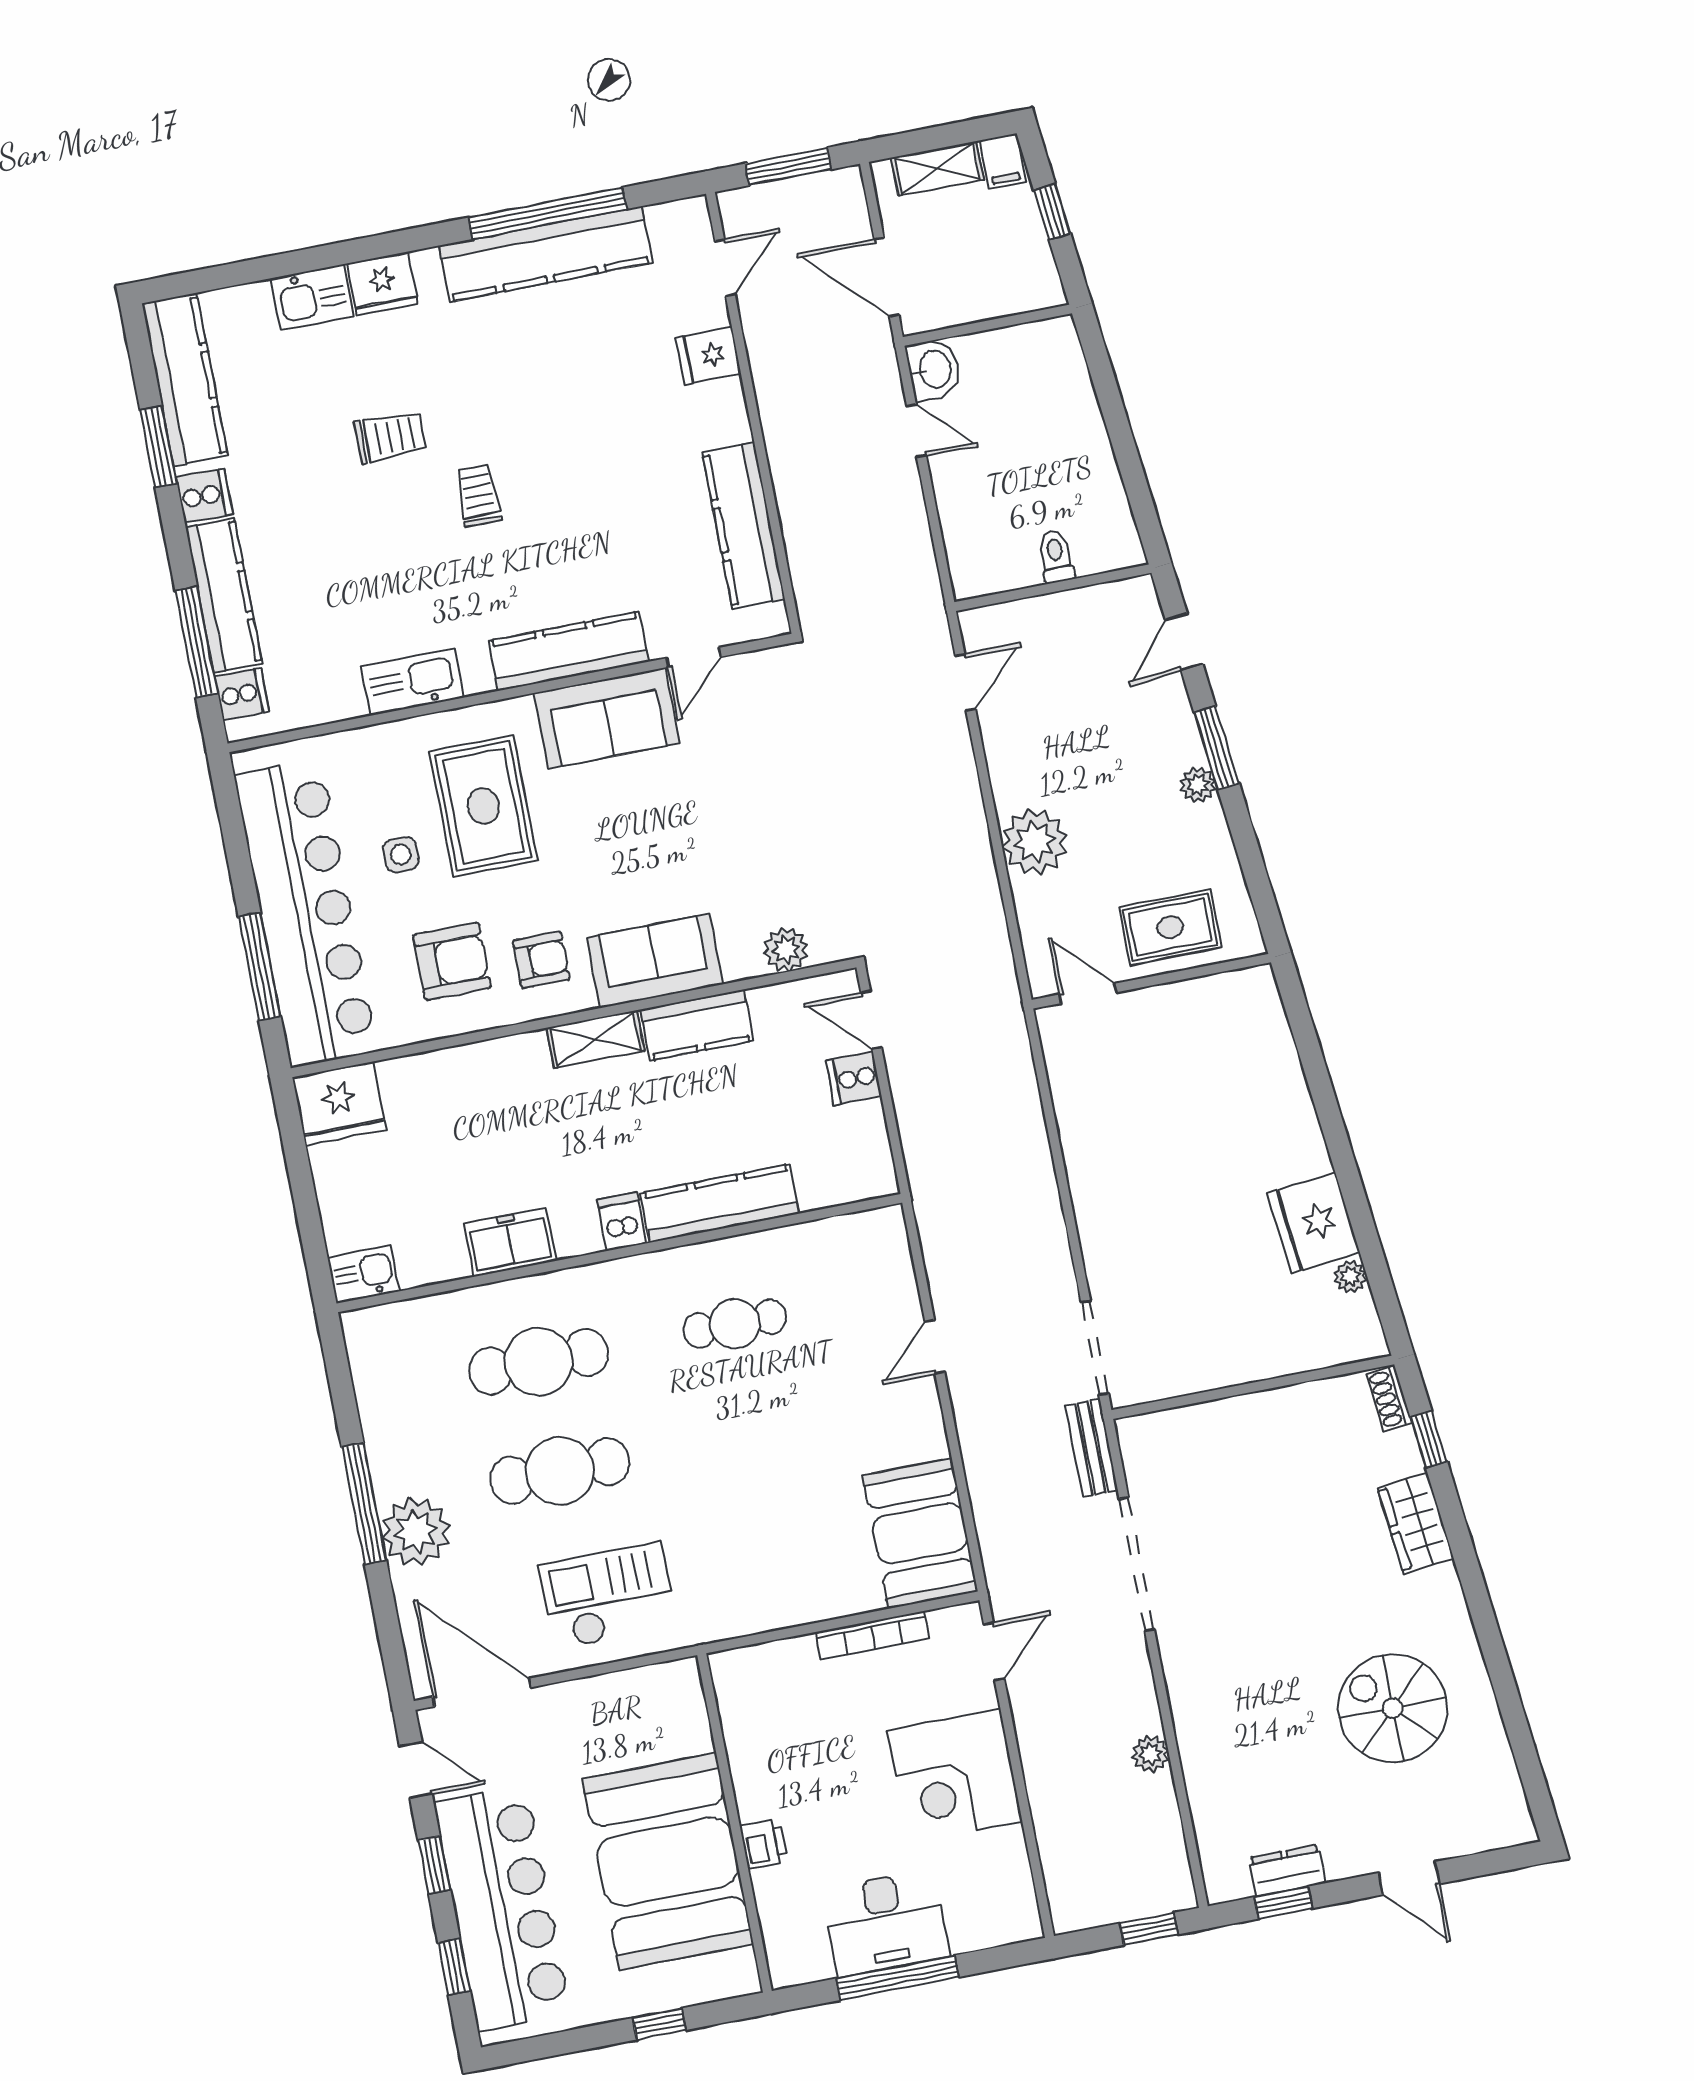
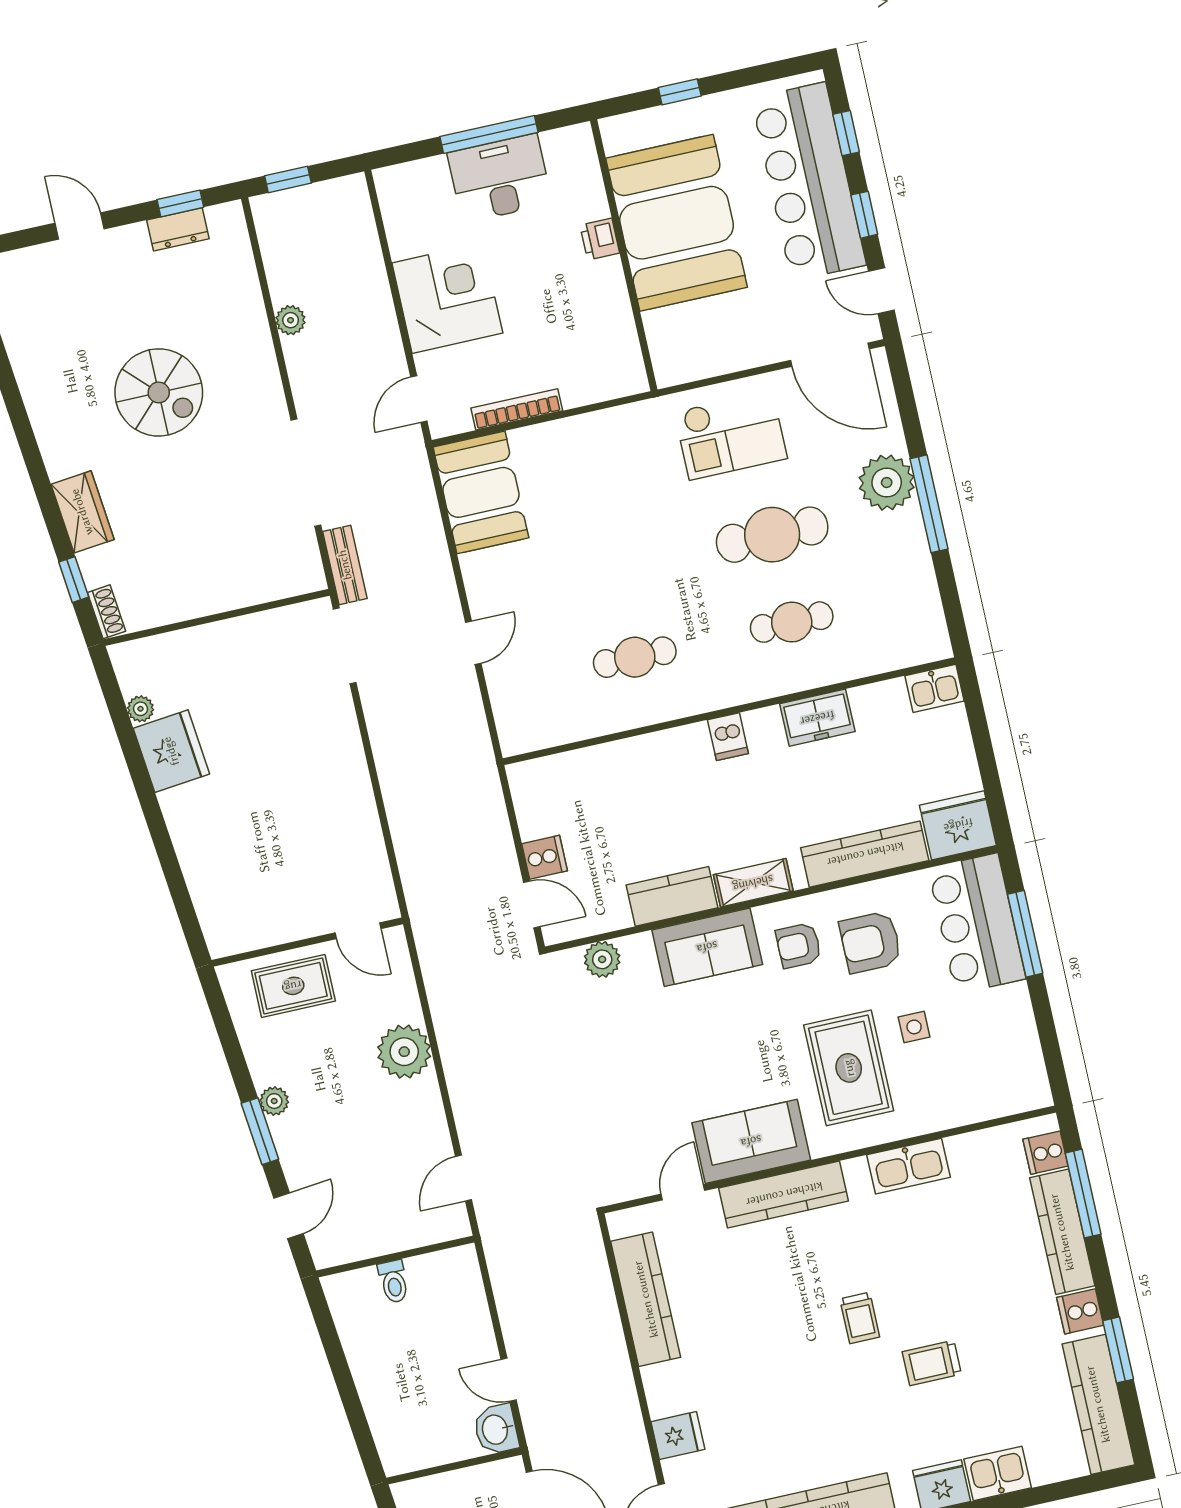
bar counter: (306, 913) -> (977, 924), width x0.54
kitchen counter: (720, 1203) -> (865, 854), moved, turned 180
cafe table: (539, 1362) -> (792, 622), width x0.73, depth x0.74
spiral stairs: (1393, 1708) -> (159, 392), moved

